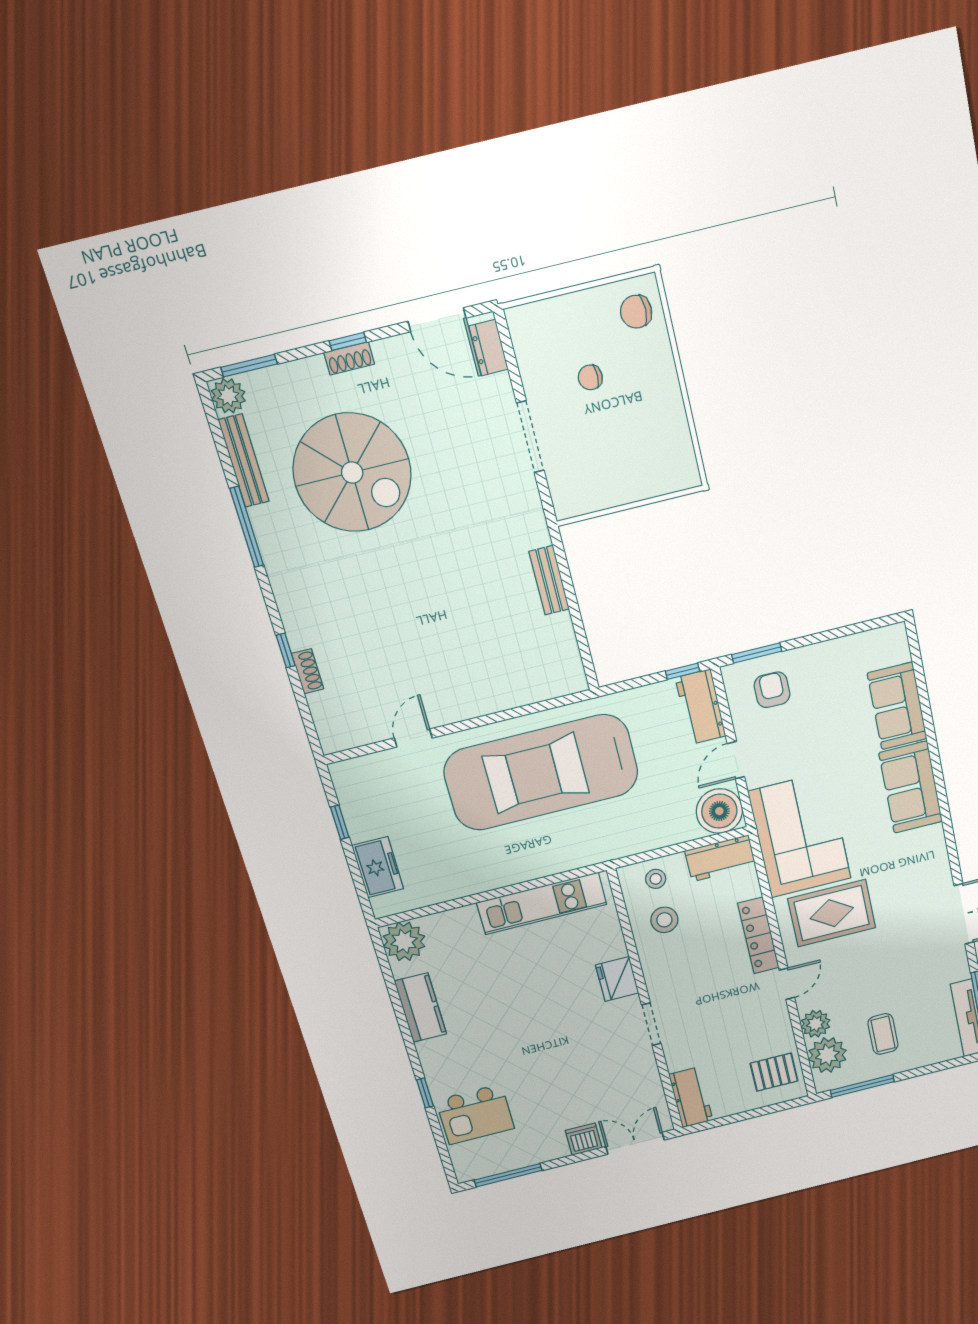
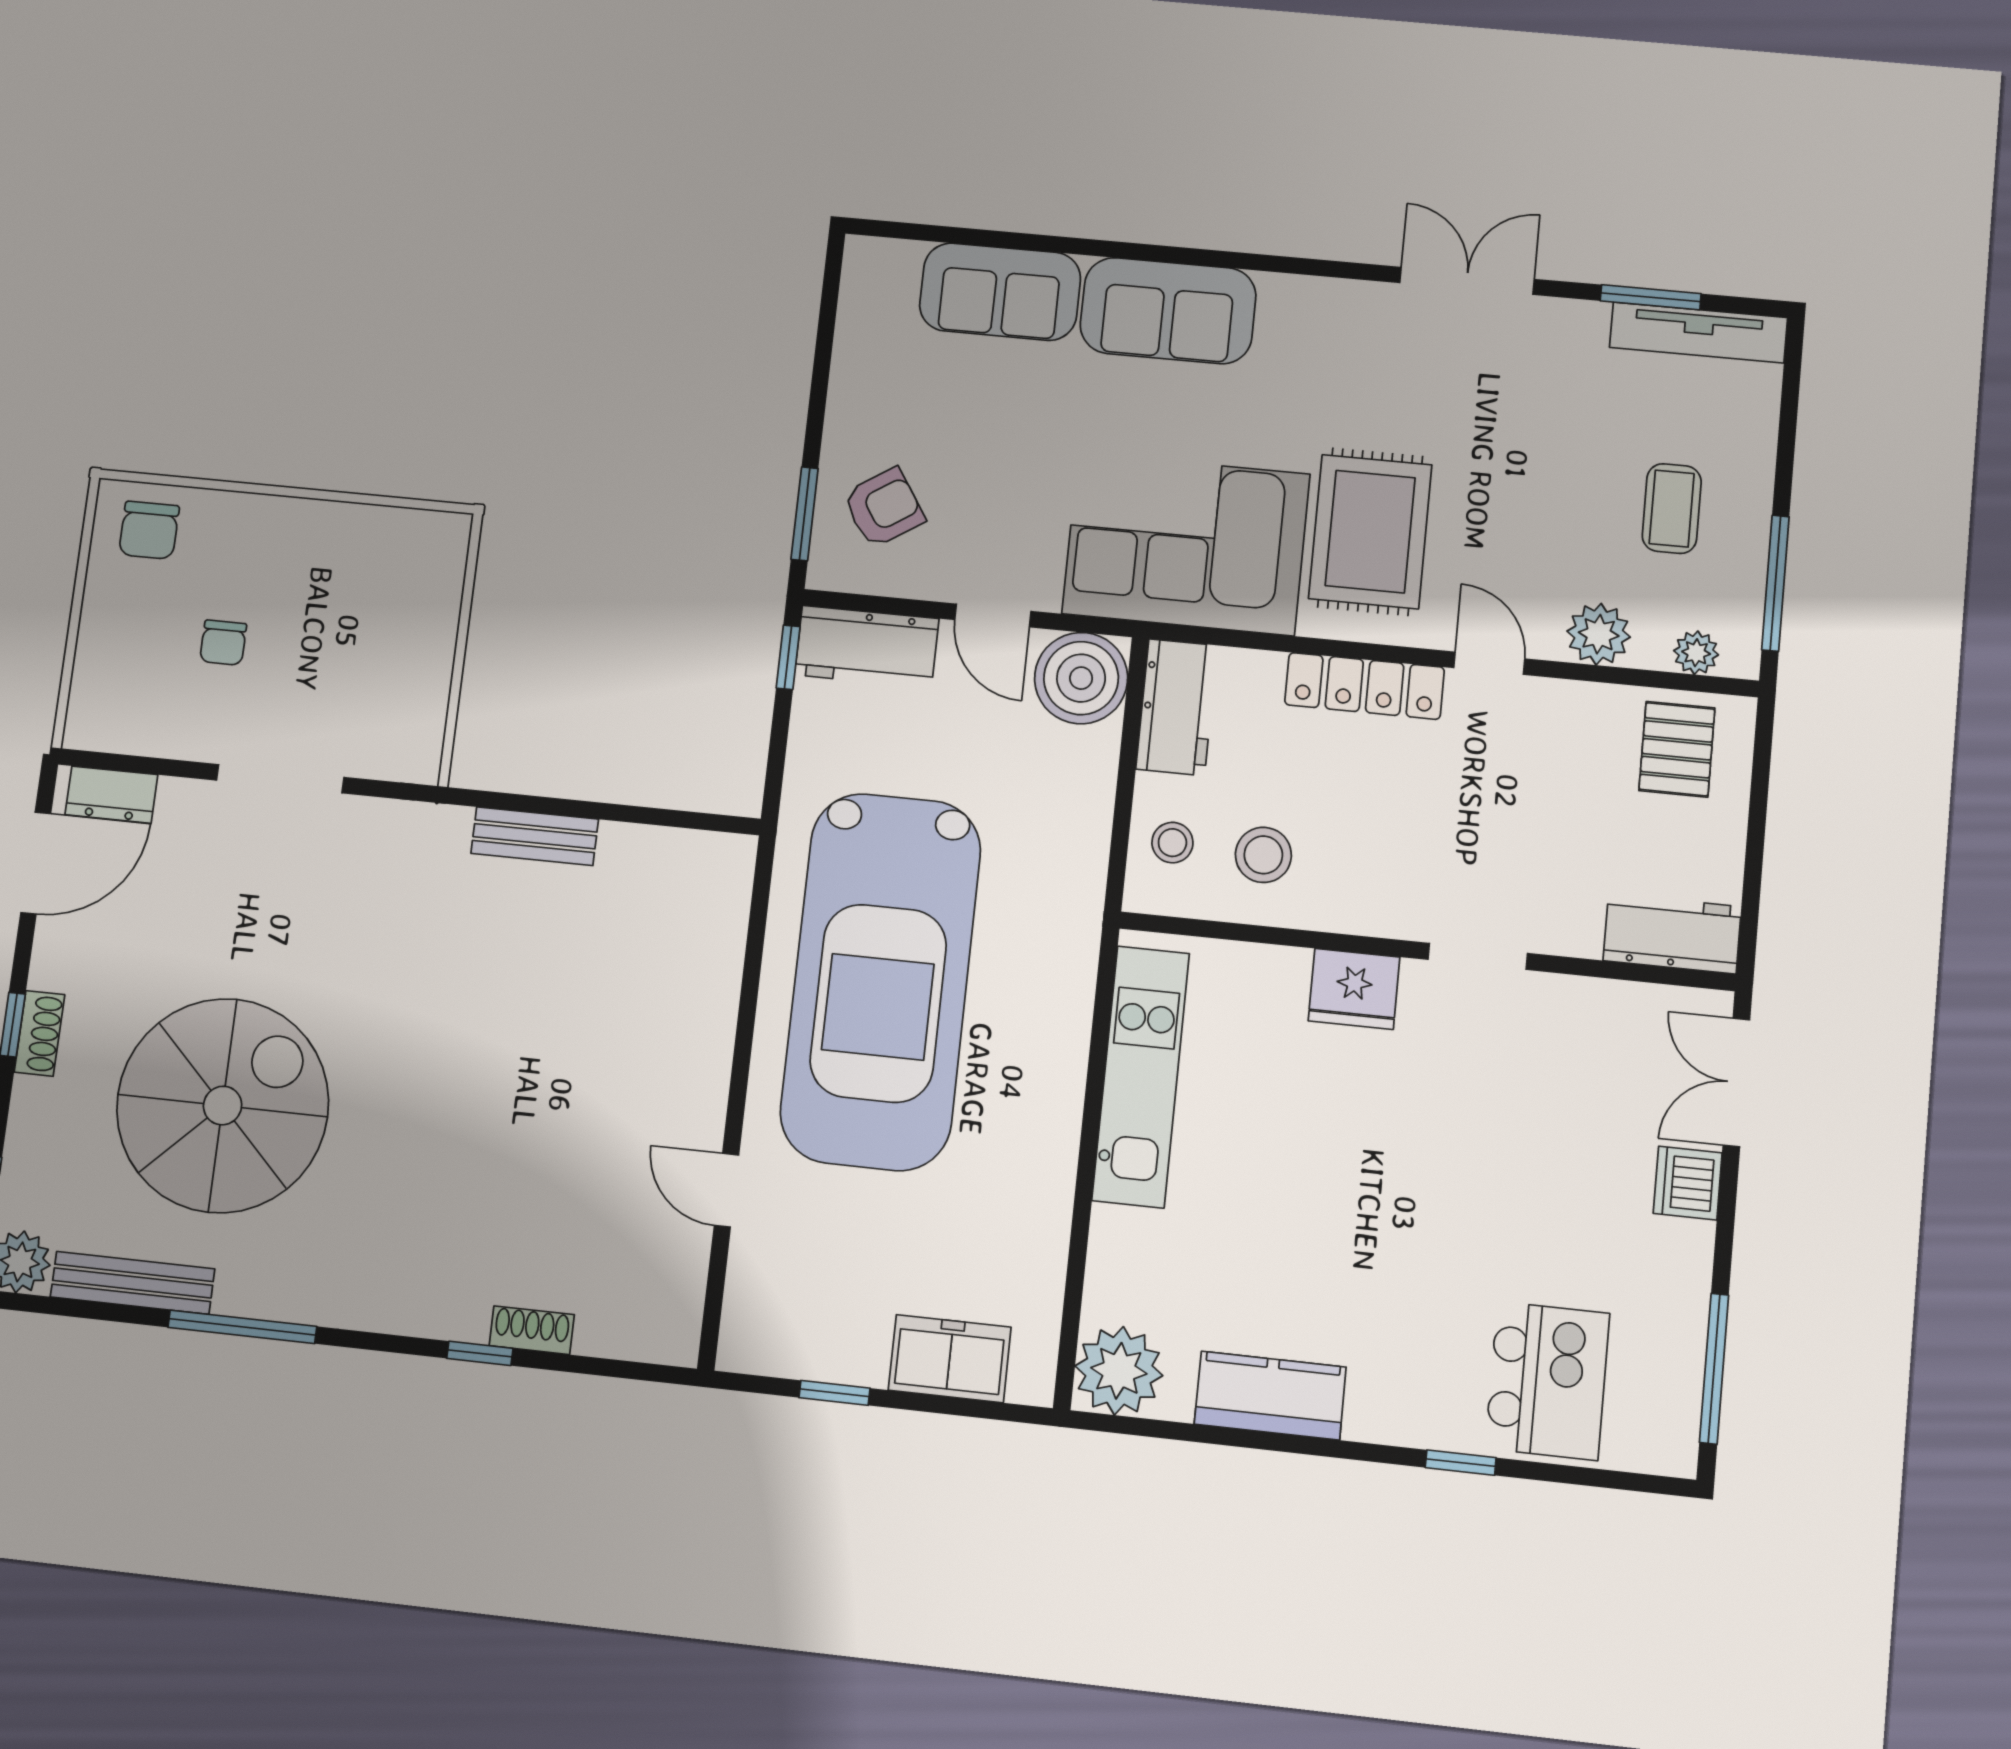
armchair: (772, 690) -> (884, 508), turned 147
coffee table: (883, 1034) -> (1672, 509), turned 90
plant: (827, 1055) -> (1696, 653), width x0.53, depth x0.53

